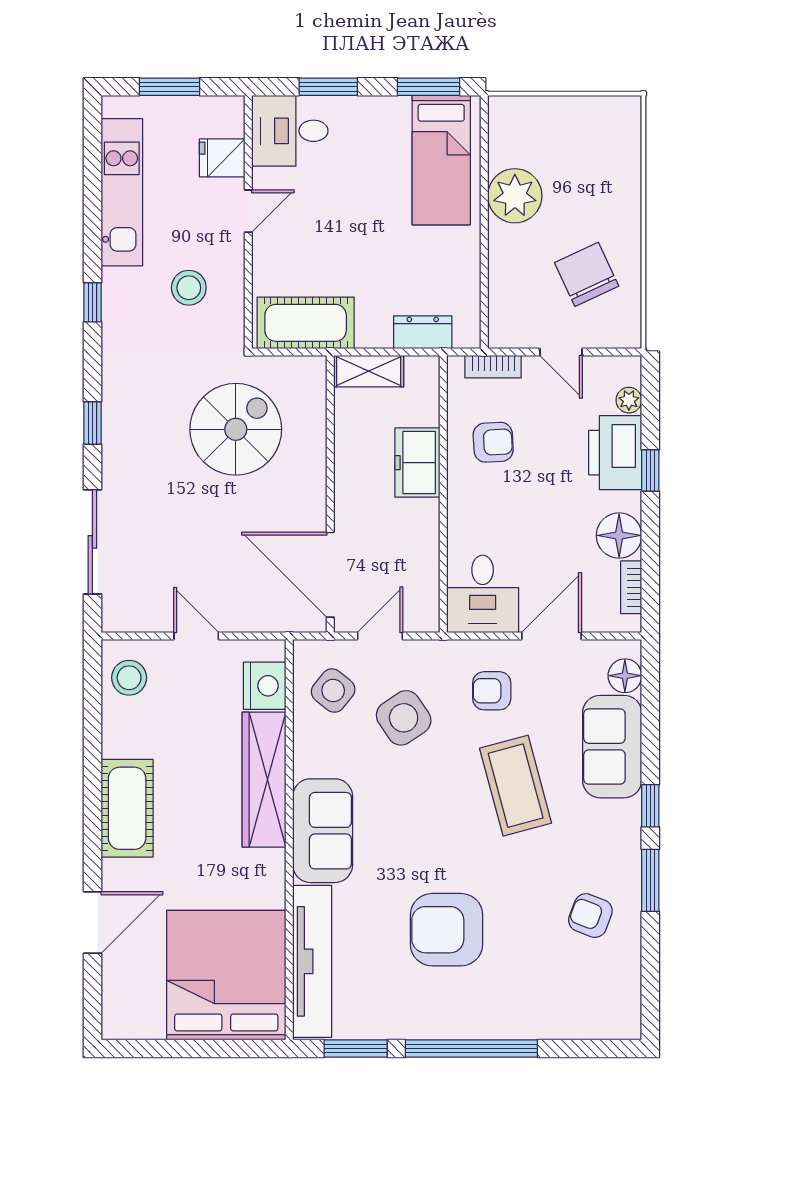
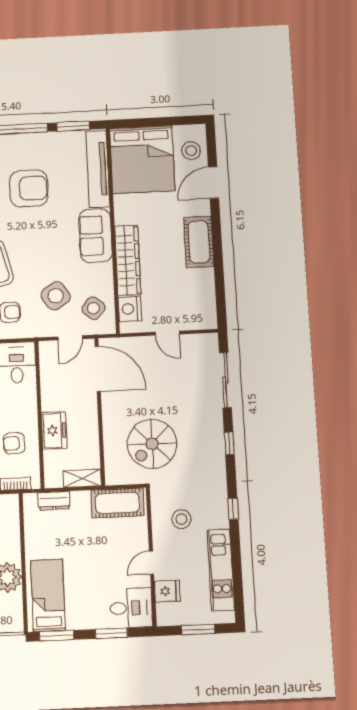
stool: (129, 678) -> (191, 151), moved

